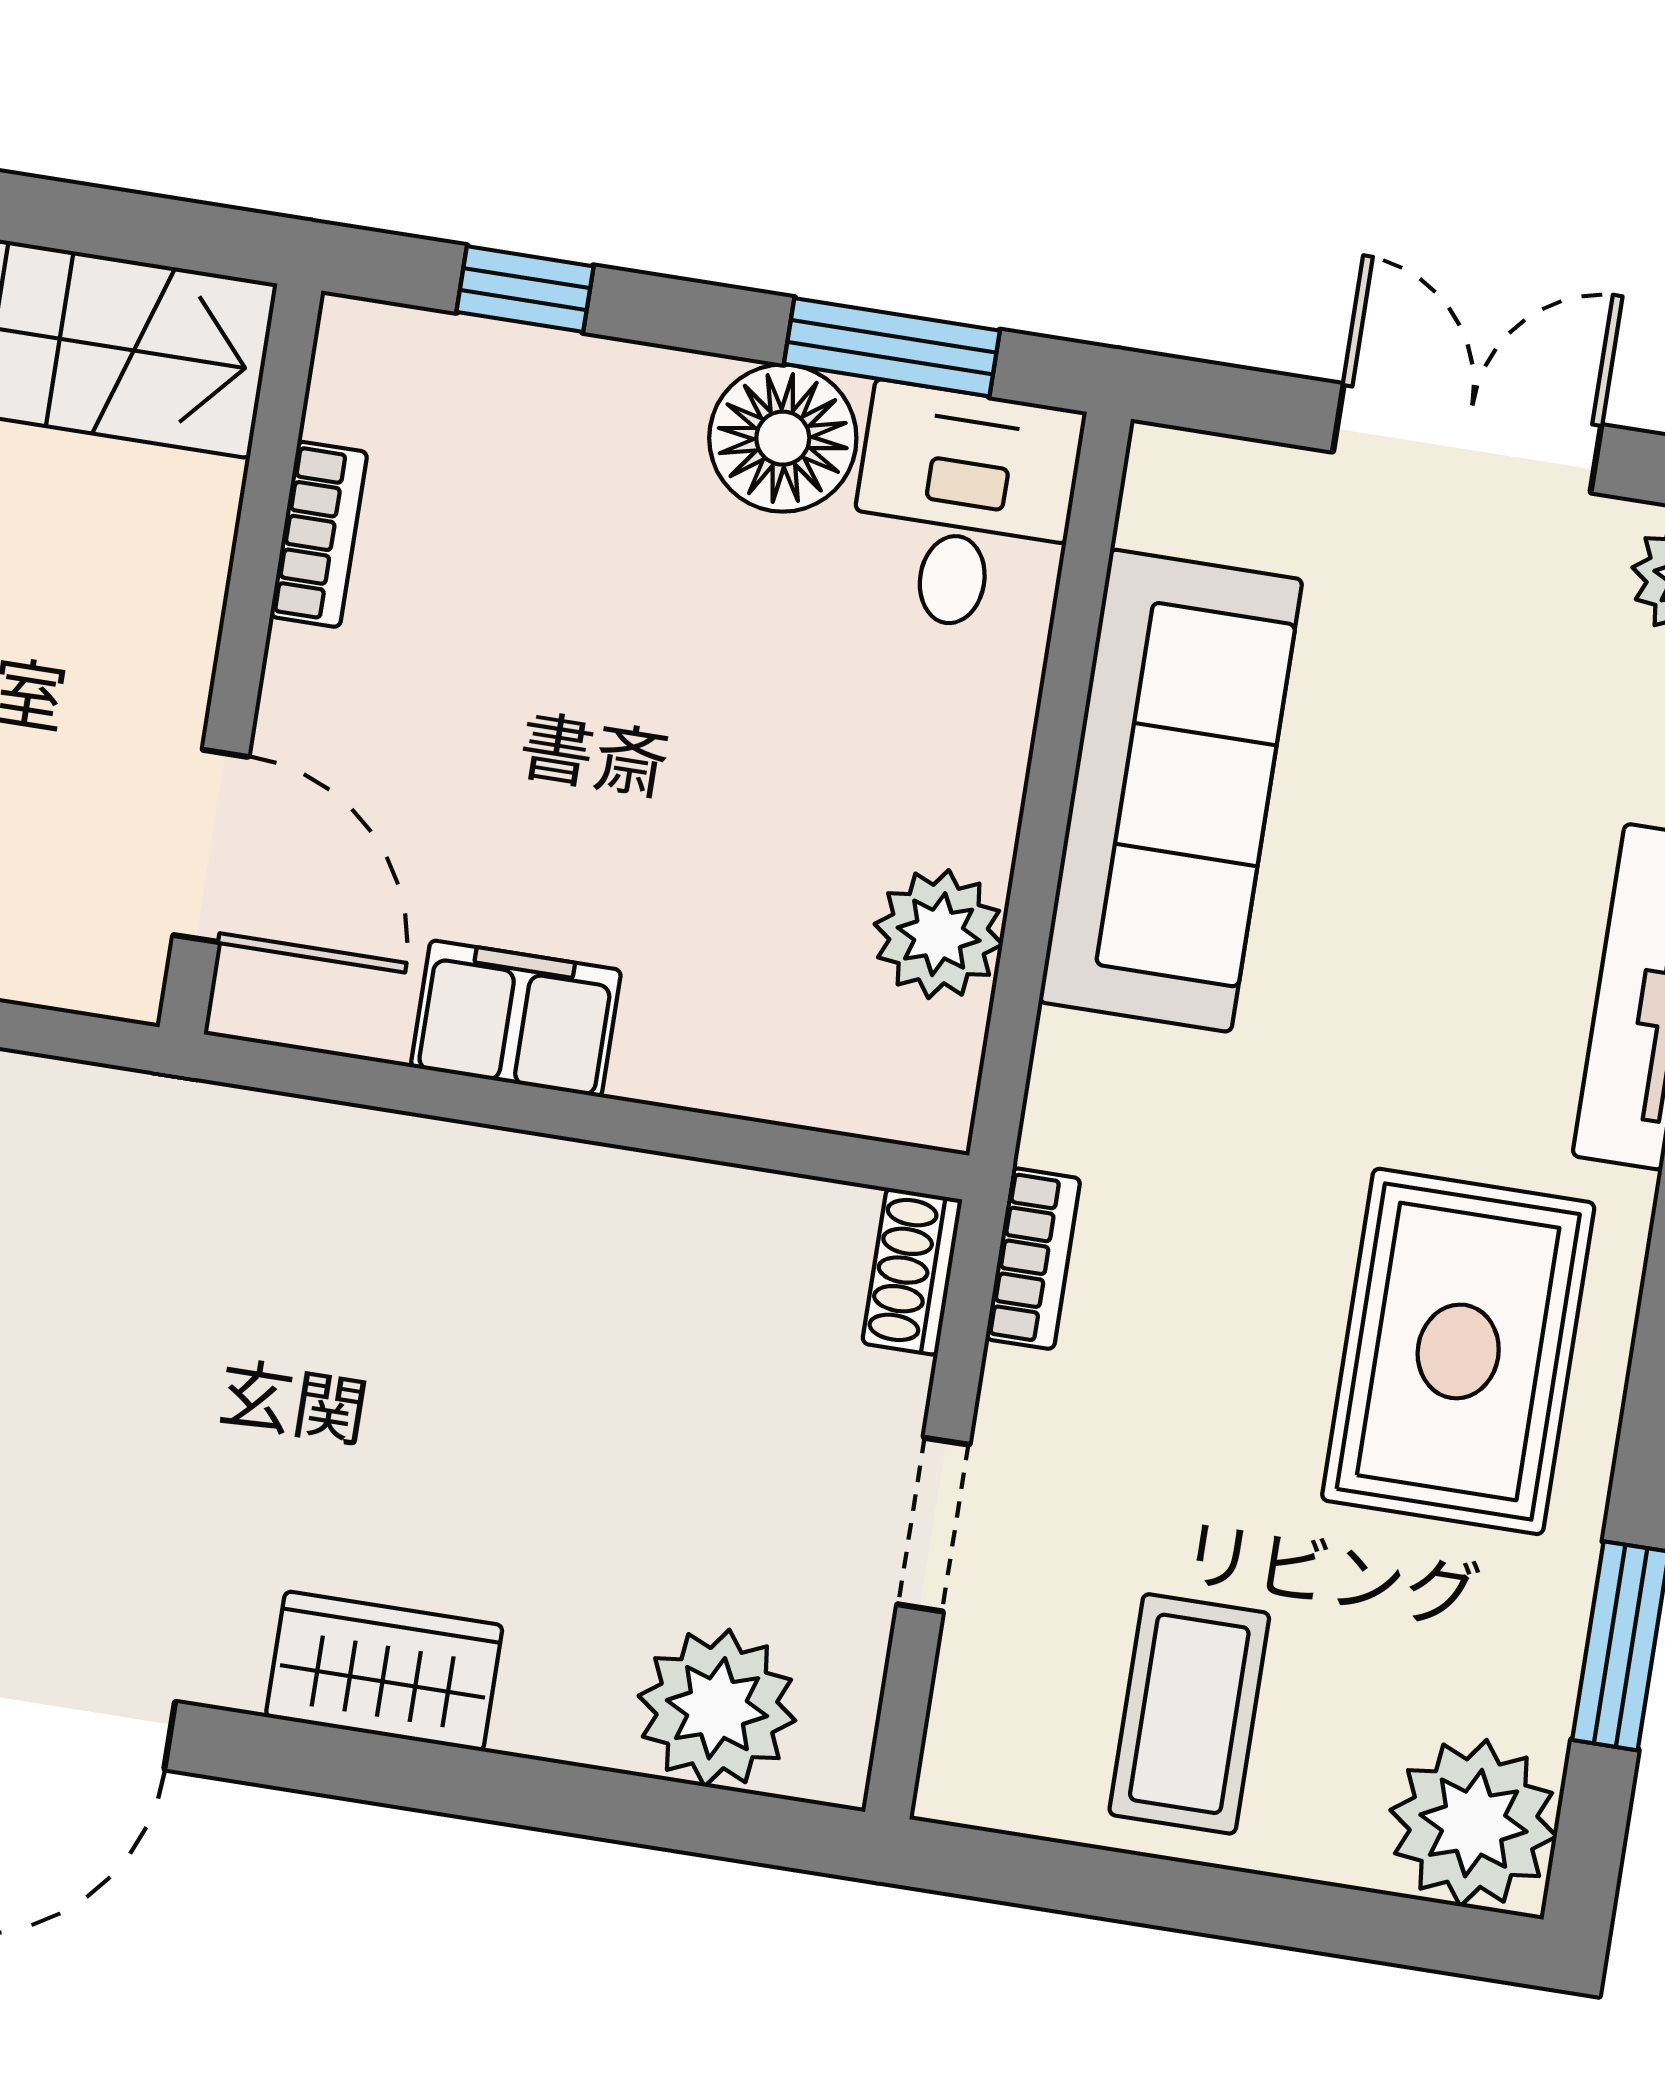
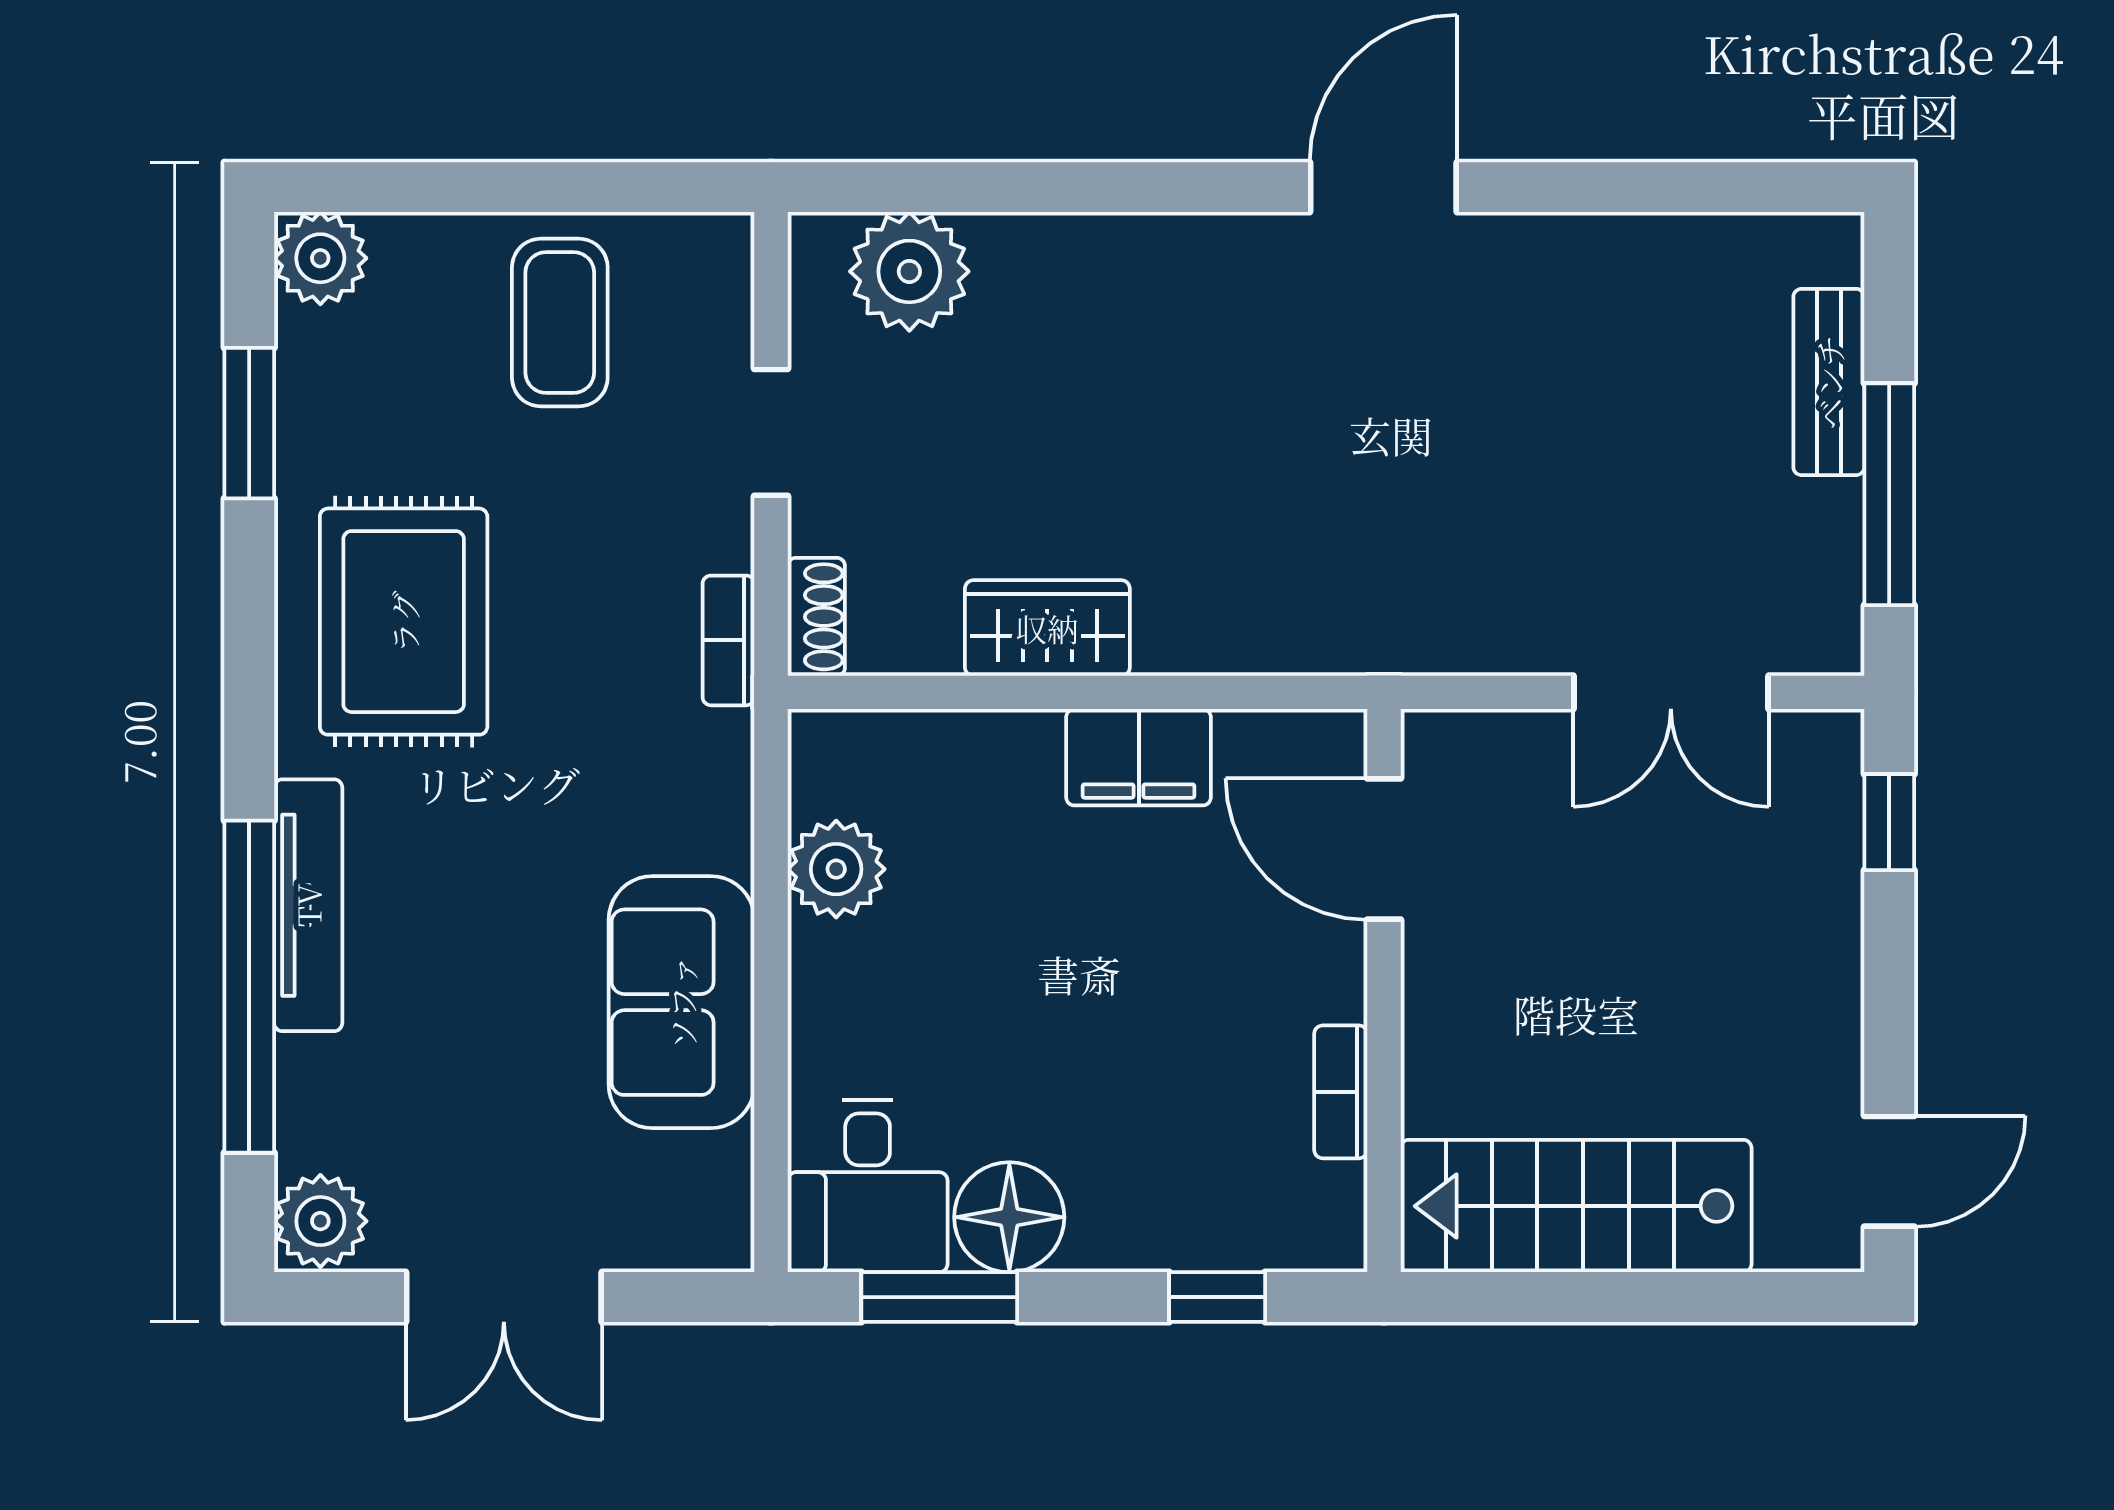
sofa: (1171, 791) -> (682, 1002), width x0.73
wardrobe: (384, 1671) -> (1047, 628), moved, turned 180
plant: (1474, 1823) -> (320, 258), width x0.73, depth x0.73

